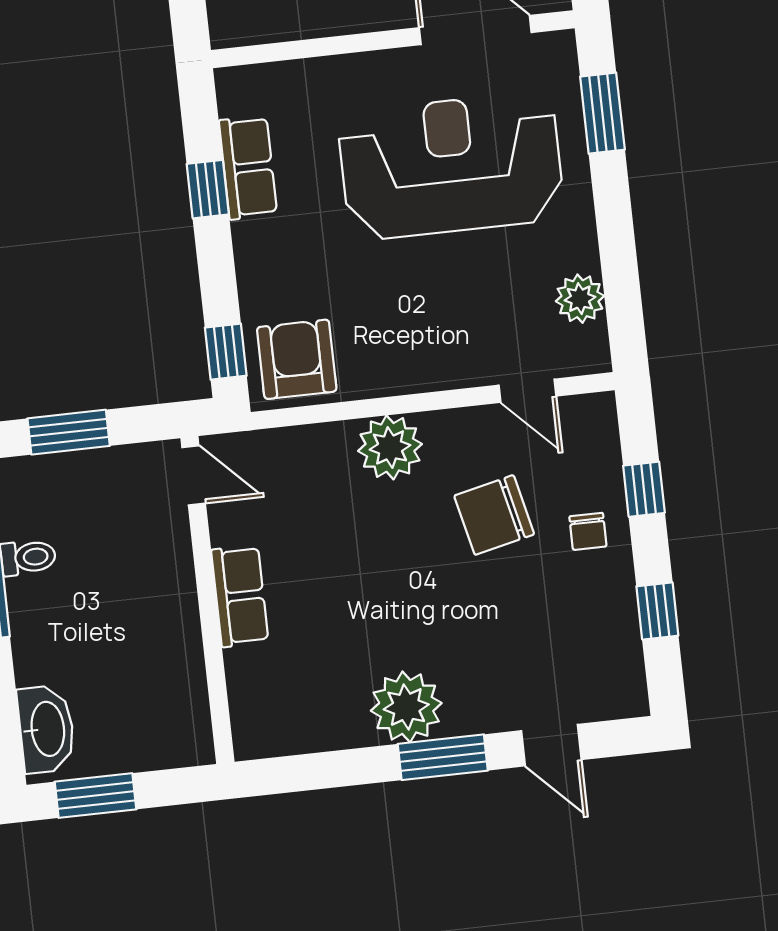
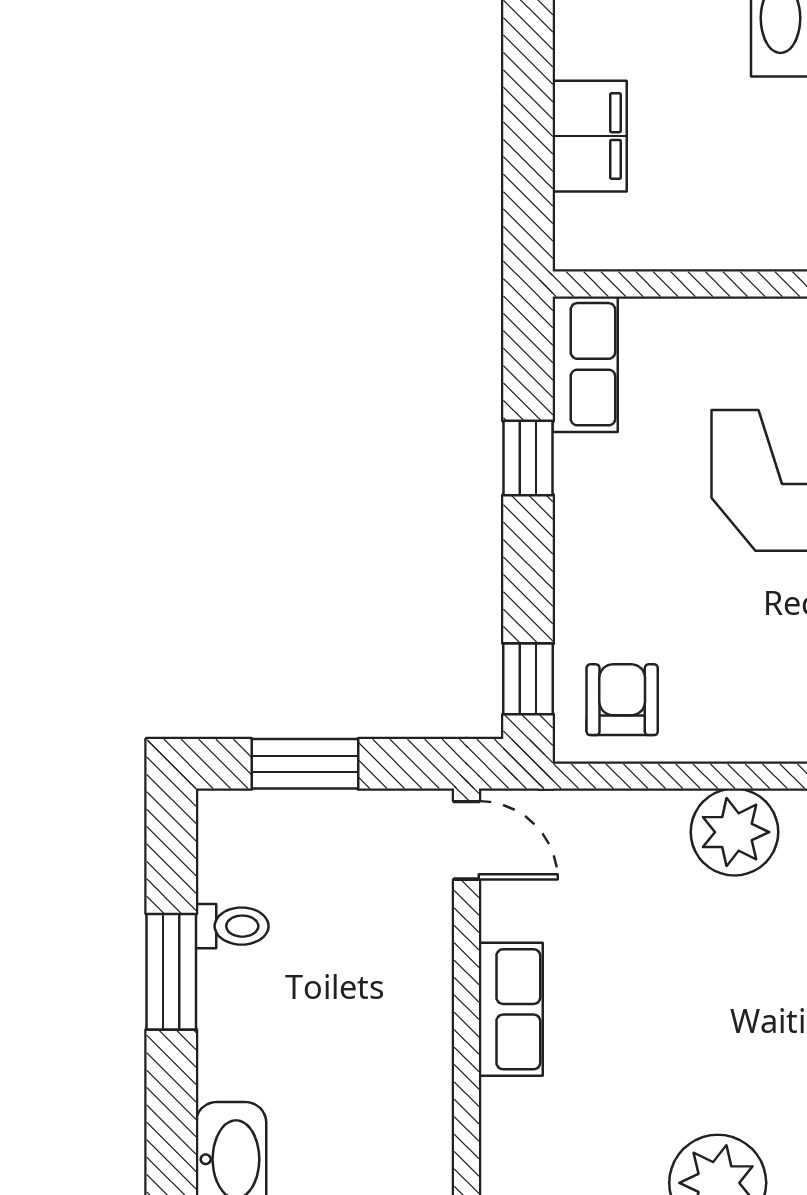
row of seats: (248, 167) -> (585, 364), moved
armchair: (297, 359) -> (622, 700), width x0.72, depth x0.72

